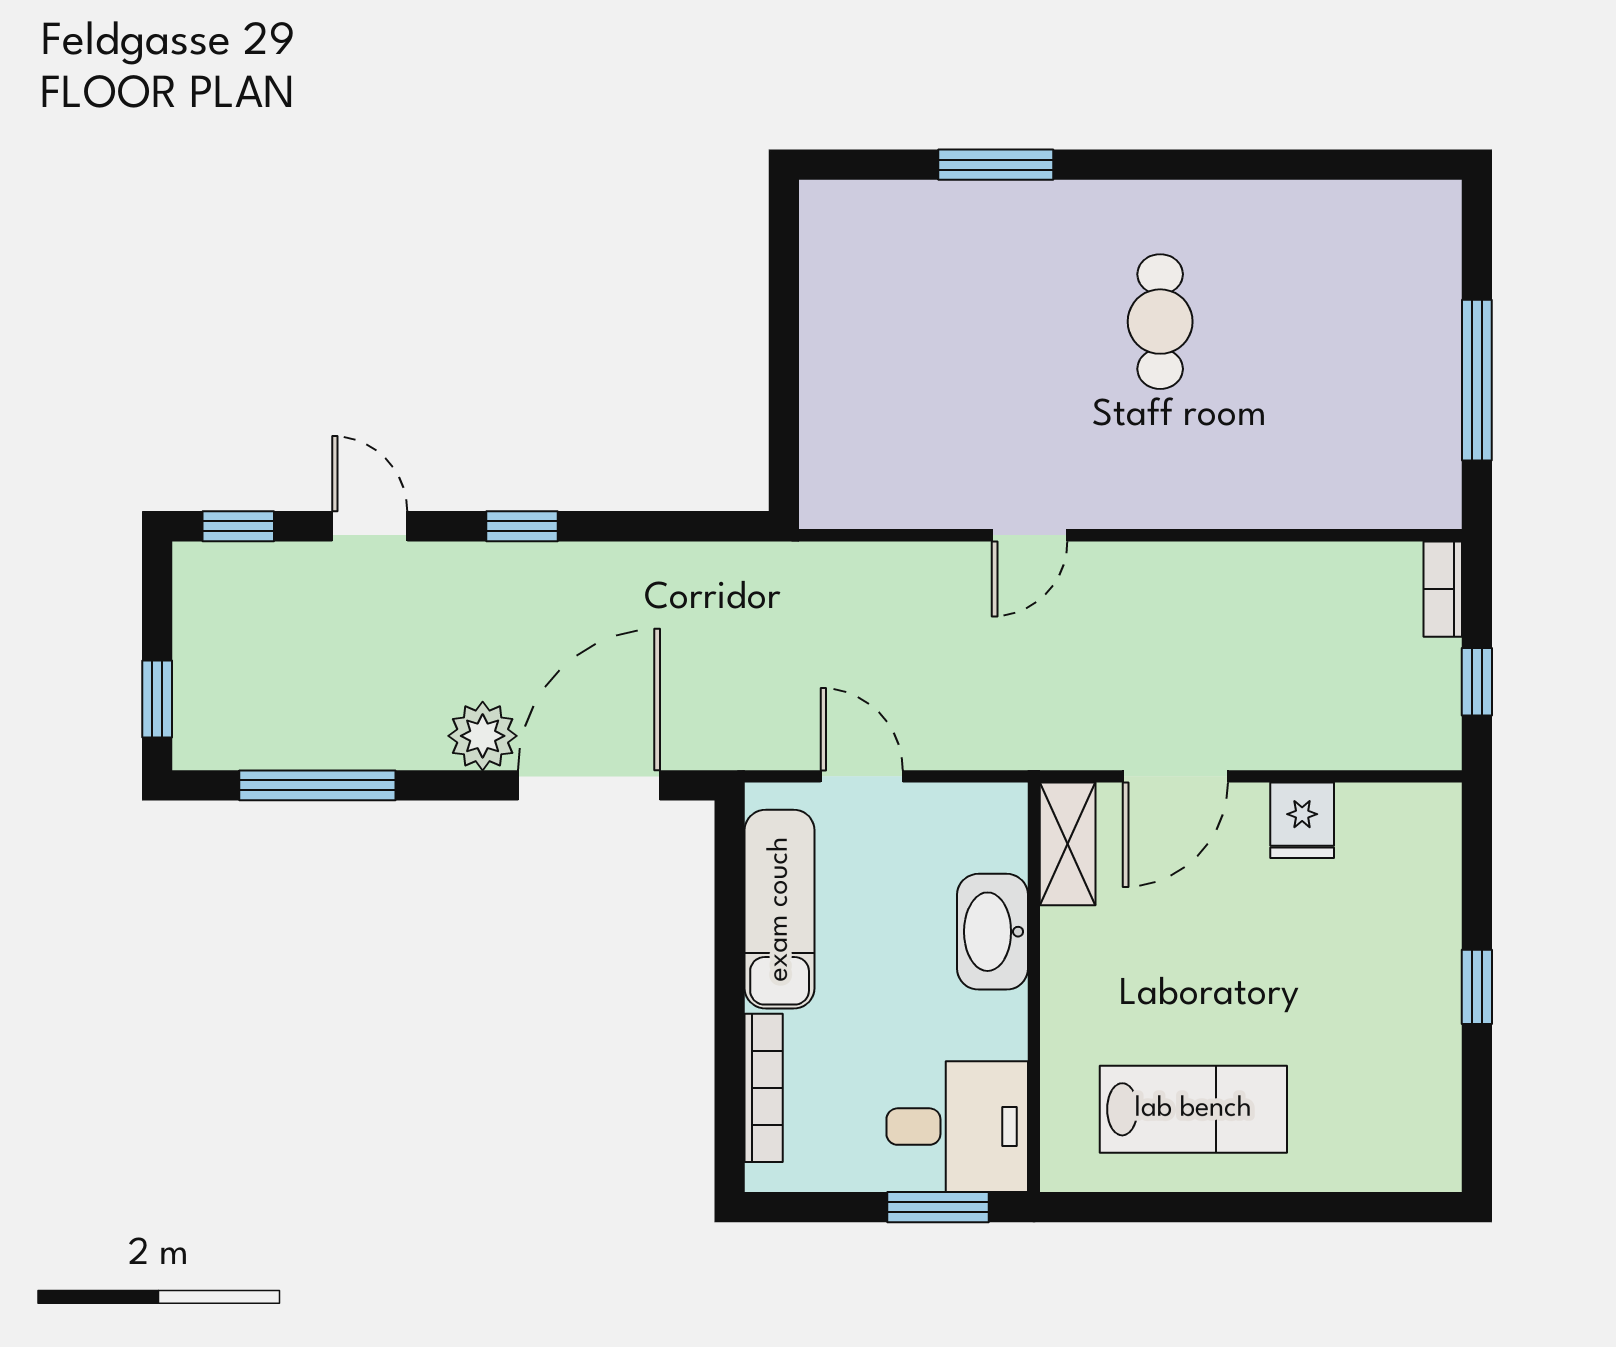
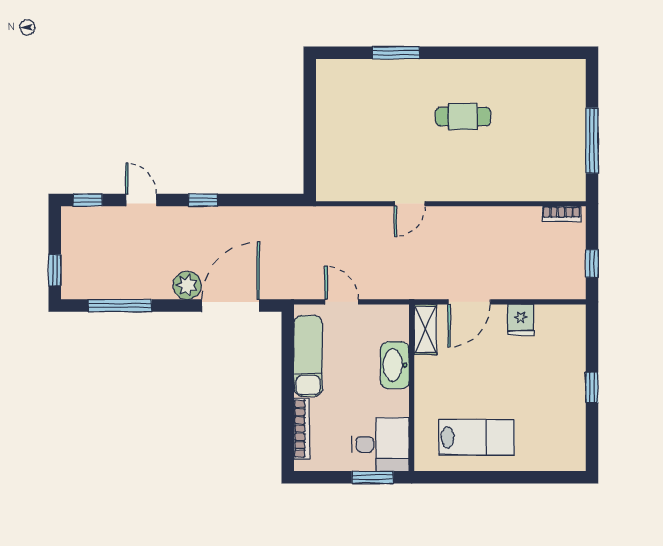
cafe table: (1160, 322) -> (463, 117), turned 90
bookcase: (1443, 589) -> (561, 214), moved, turned -90

